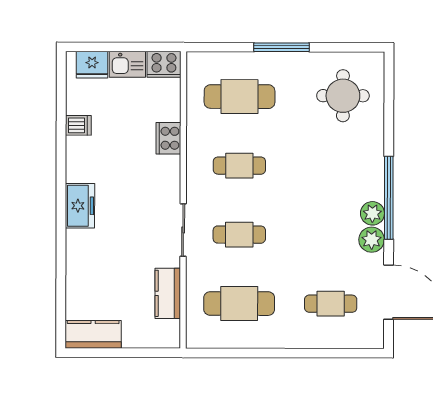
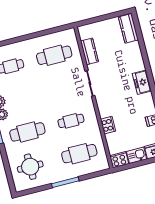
cafe table: (239, 235) -> (27, 132), moved, width x1.37, depth x1.35
kitchen counter: (93, 334) -> (128, 28), moved, turned 90

